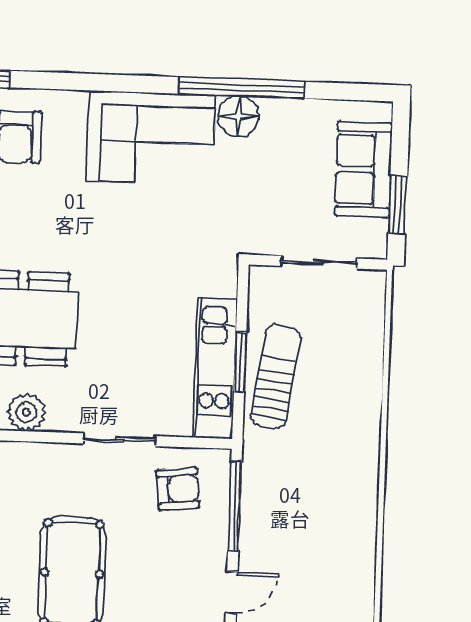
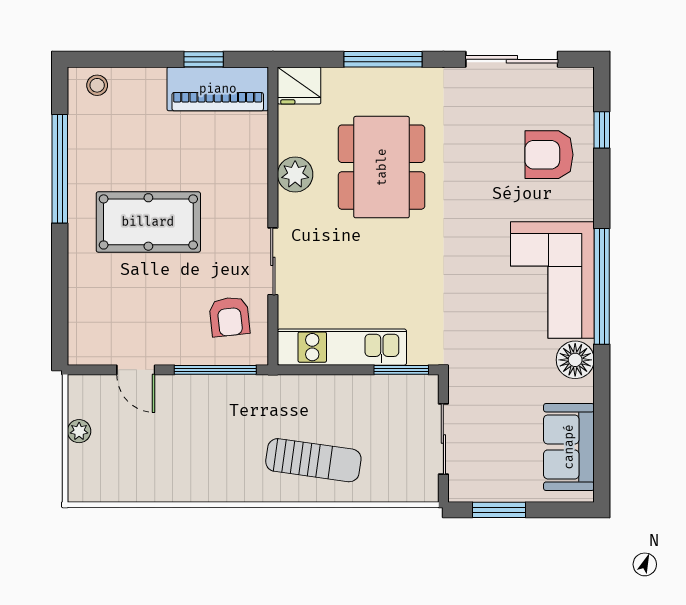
window: (241, 88) -> (602, 286), moved
sofa: (363, 169) -> (569, 447), moved, turned -90
window: (240, 362) -> (401, 370), moved
sun lounger: (276, 377) -> (313, 460), moved

